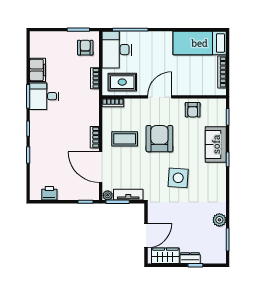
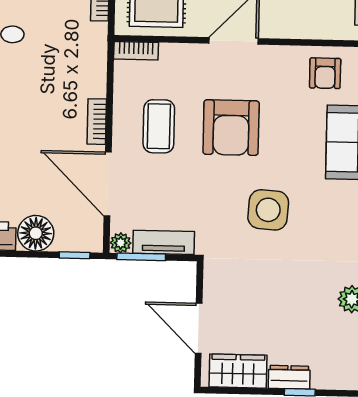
armchair: (193, 110) -> (325, 73), moved
coffee table: (125, 139) -> (159, 126), turned 90
armchair: (159, 139) -> (231, 128), turned 180
floor lamp: (67, 192) -> (36, 233), added
door: (146, 236) -> (199, 328), swing flipped

